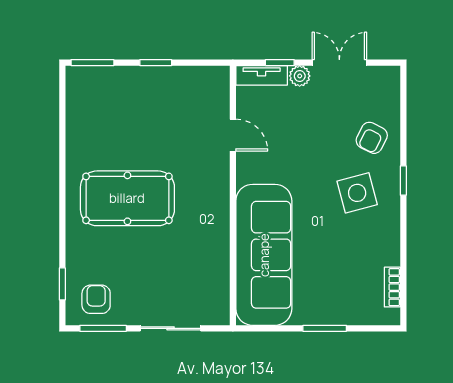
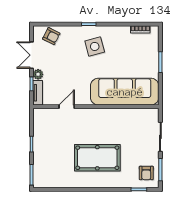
armchair: (372, 138) -> (51, 36), moved
pool table: (127, 198) -> (97, 158), turned 90
armchair: (96, 299) -> (146, 173), turned -90

